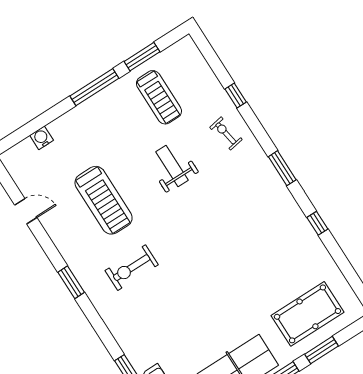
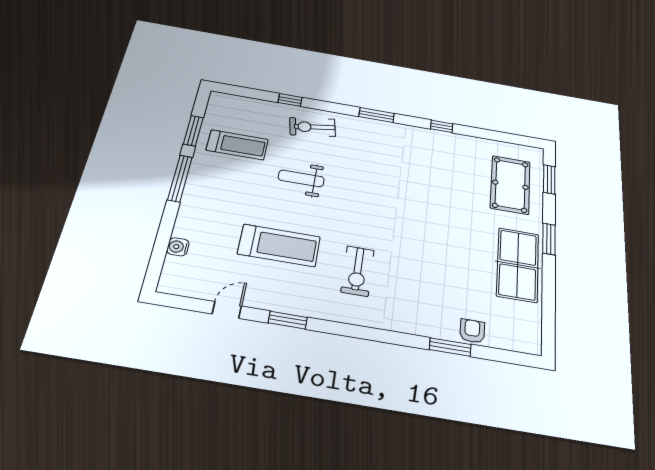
exercise bike: (226, 133) -> (313, 127), width x1.38, depth x1.39
window: (71, 282) -> (288, 320), moved
window: (321, 350) -> (549, 179), moved

